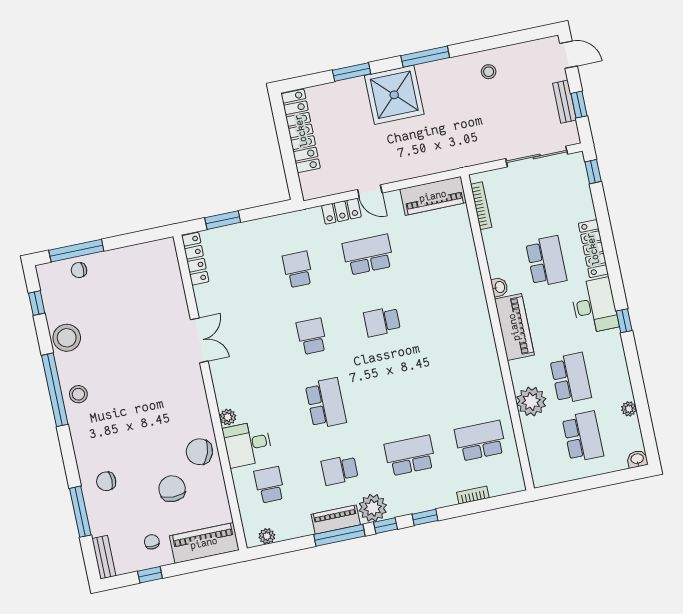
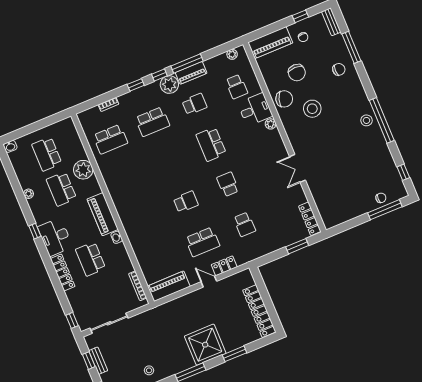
school desk: (312, 336) -> (228, 184), turned 180
stool: (67, 338) -> (312, 109), moved
plant: (629, 409) -> (29, 194), moved

